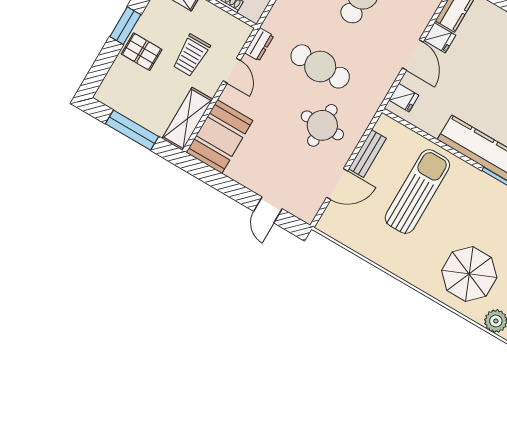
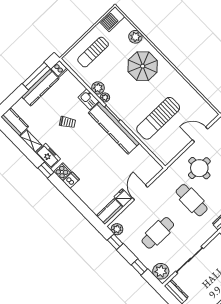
fridge: (404, 98) -> (151, 171), removed
bench: (367, 153) -> (179, 146), removed

